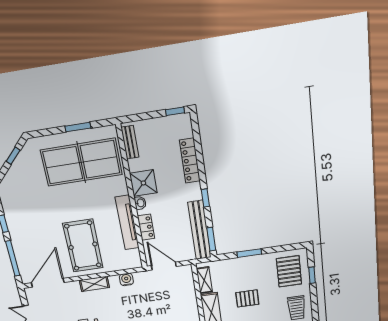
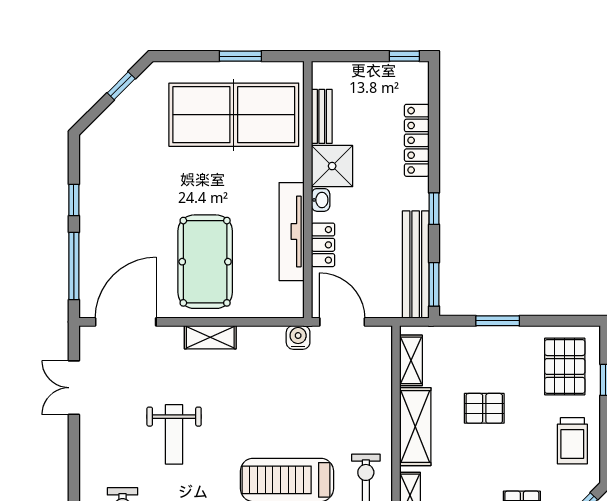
bench: (130, 142) -> (322, 116), moved
water cooler: (126, 279) -> (298, 337), moved

